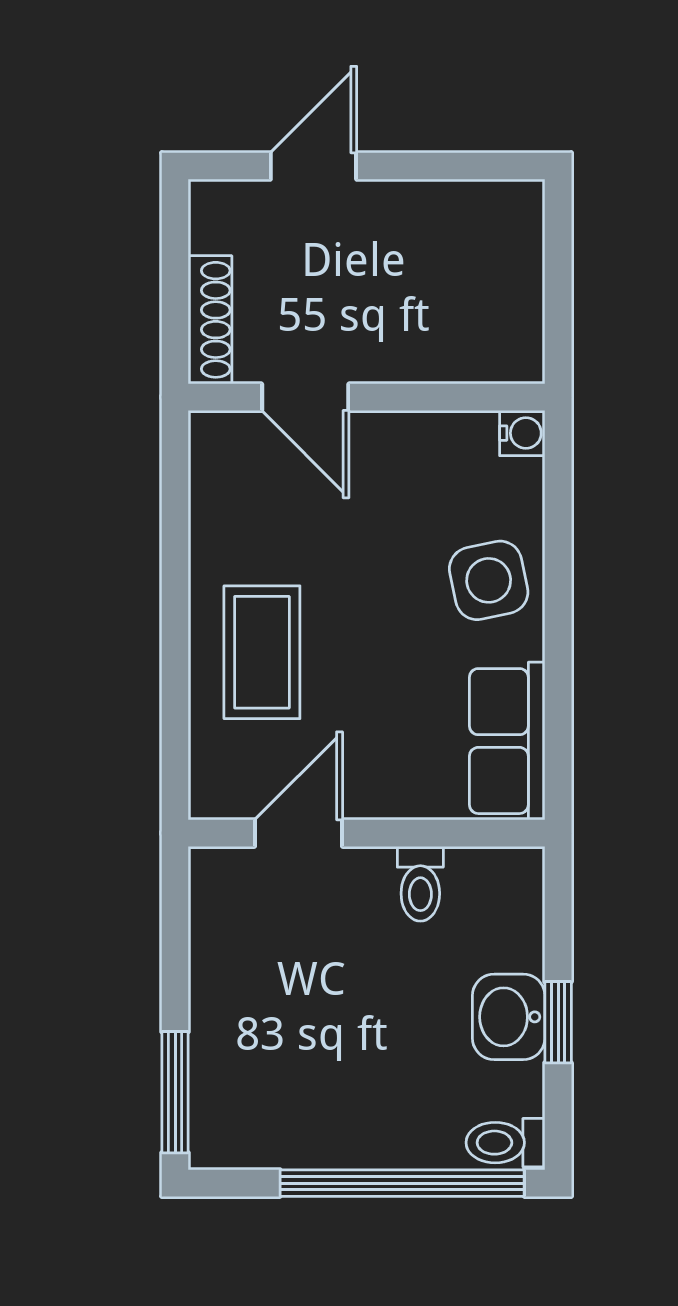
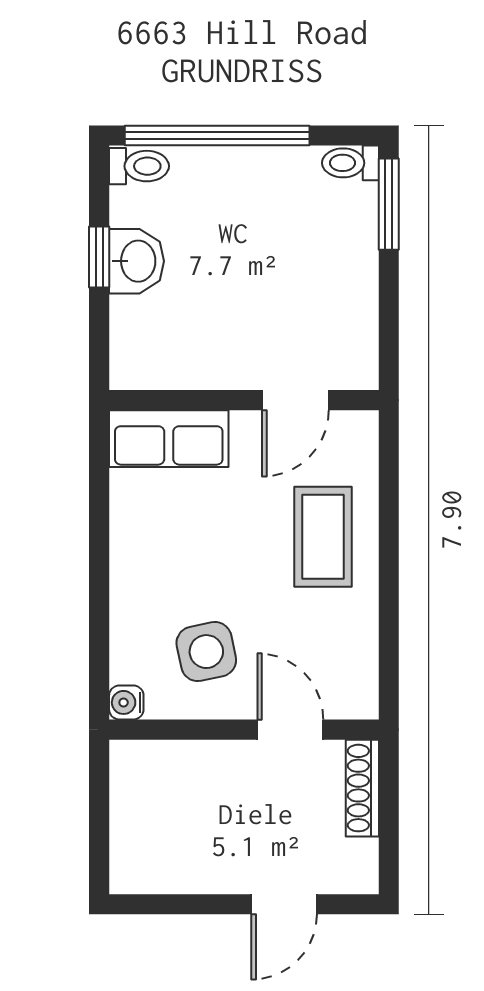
side table: (489, 580) -> (206, 652), moved
row of seats: (507, 741) -> (169, 439), moved, turned 90
toilet: (420, 884) -> (350, 163), moved, turned -90

